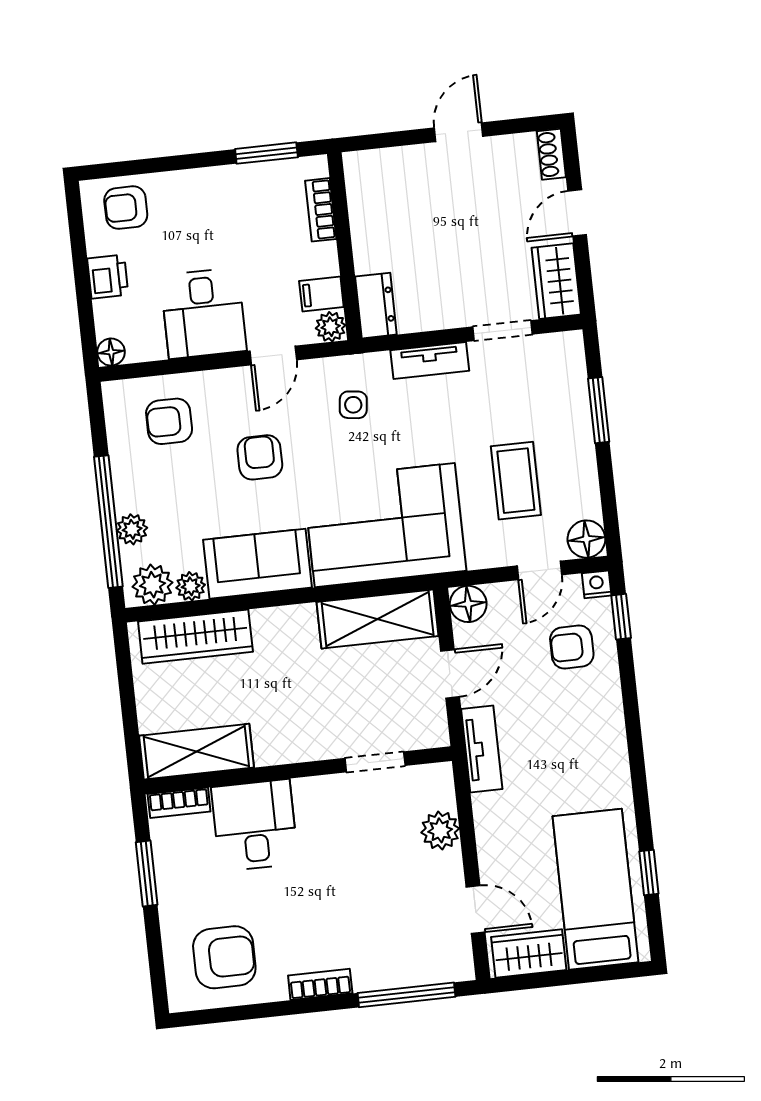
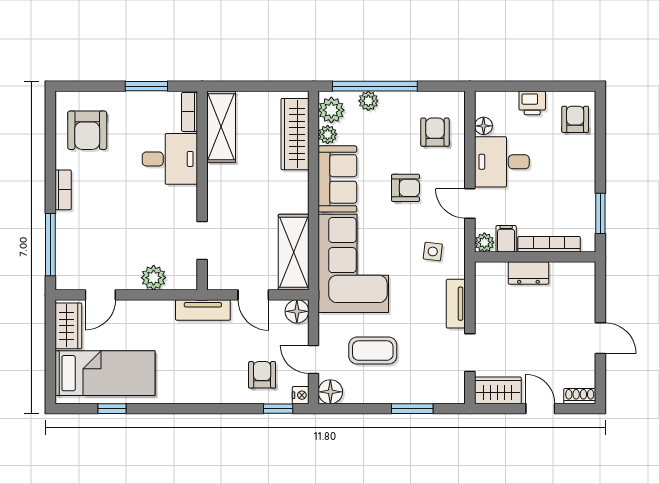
bookcase: (321, 210) -> (549, 244), width x1.56
dresser: (376, 306) -> (528, 273), moved
floor lamp: (111, 352) -> (484, 126), moved

